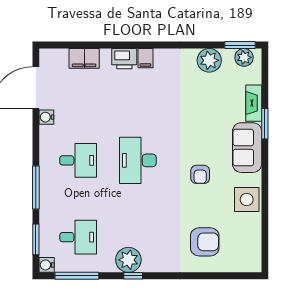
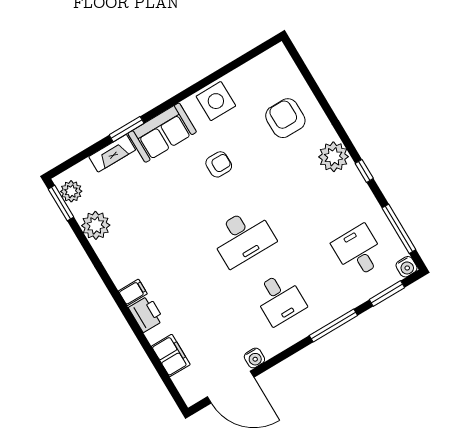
desk: (78, 160) -> (279, 299), turned 180
plant: (128, 260) -> (334, 157), moved

